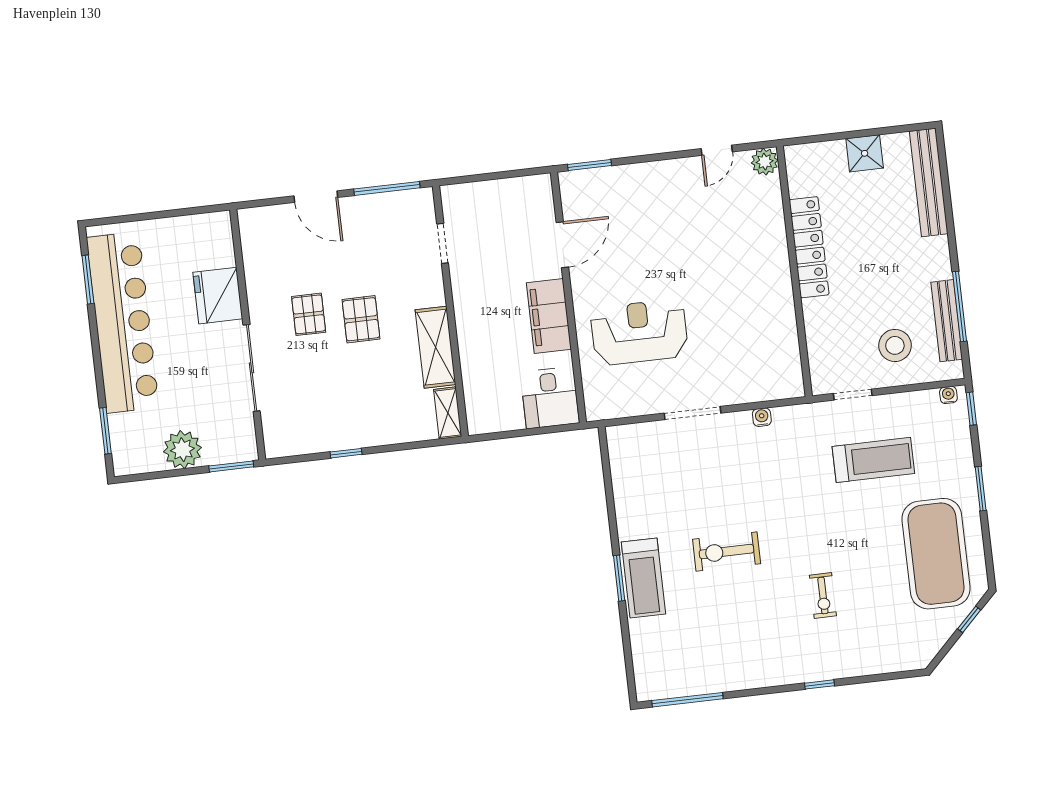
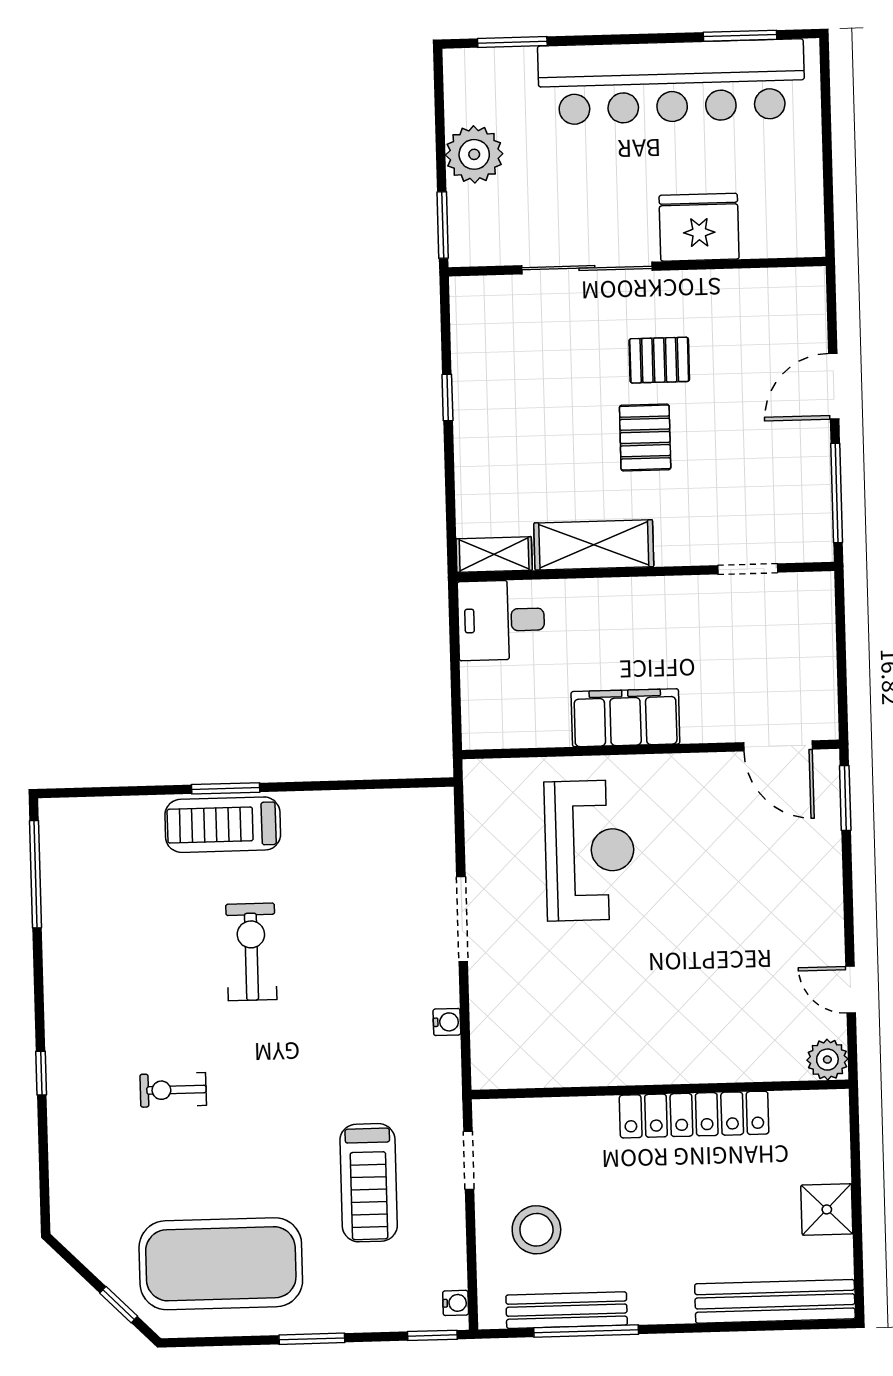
door: (562, 245) -> (778, 746), moved
pallet: (361, 319) -> (645, 437), turned 90
desk: (550, 398) -> (501, 620), moved

